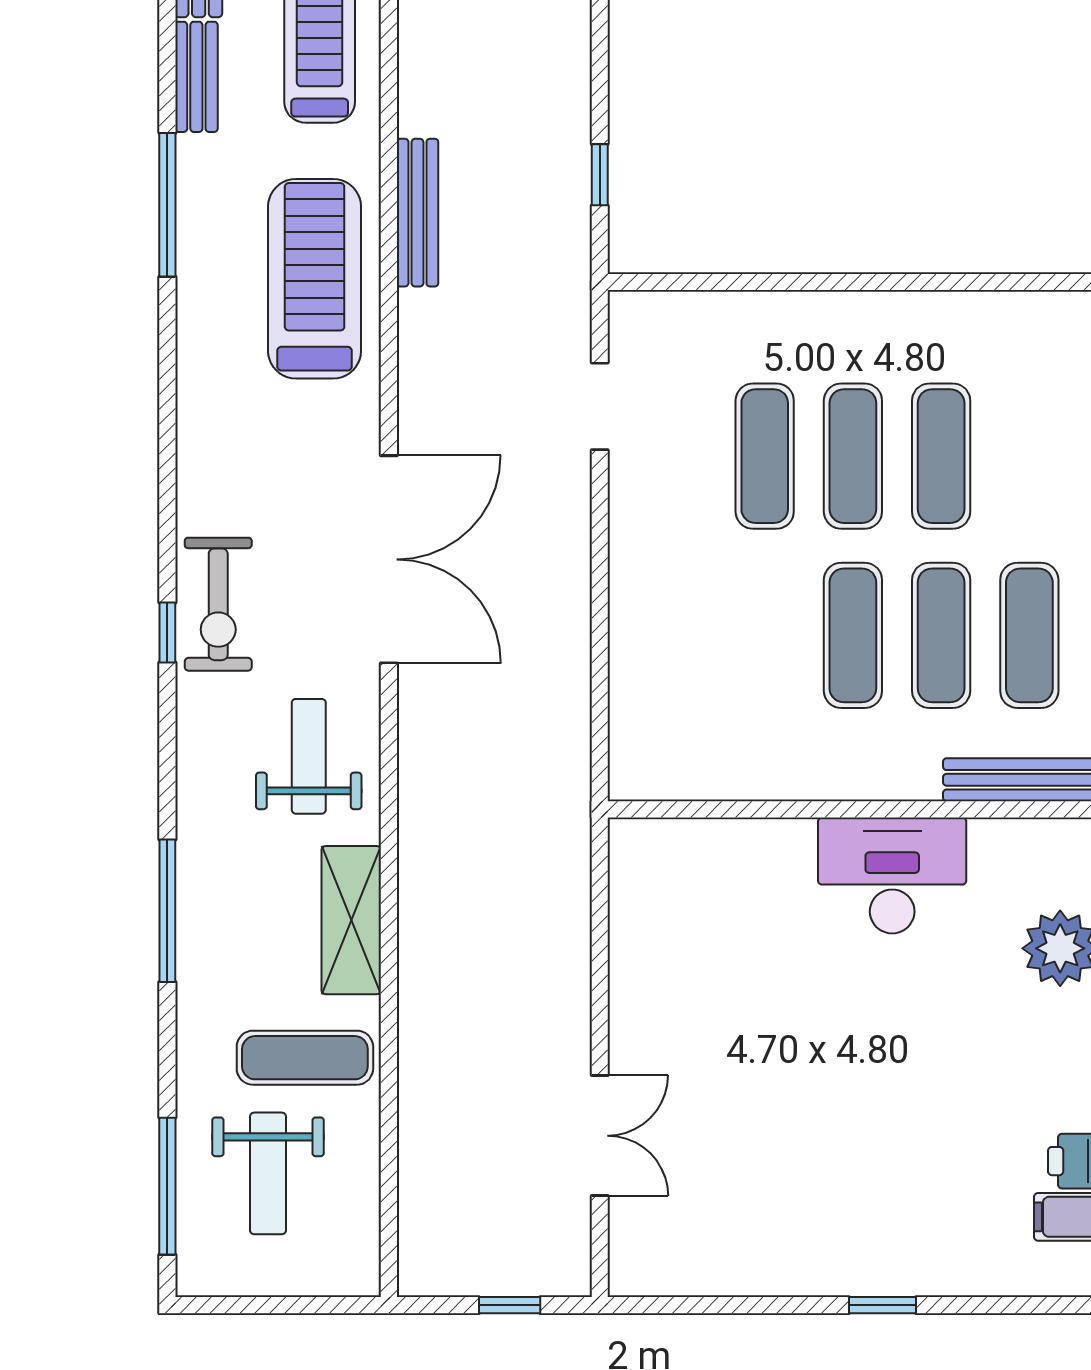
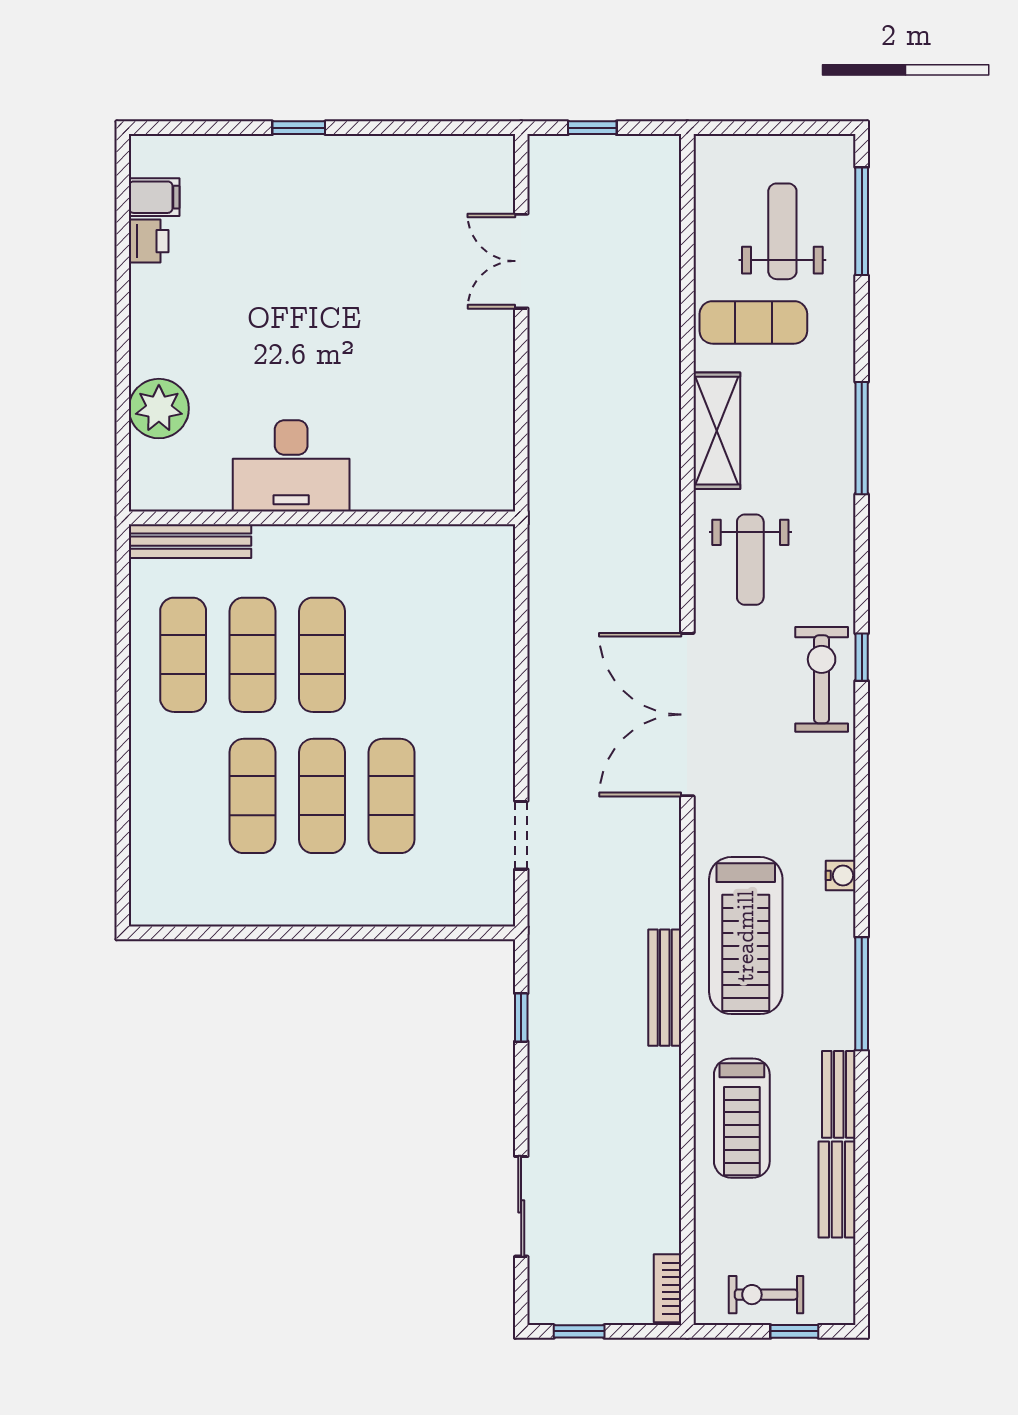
water cooler: (194, 355) -> (841, 875), added

